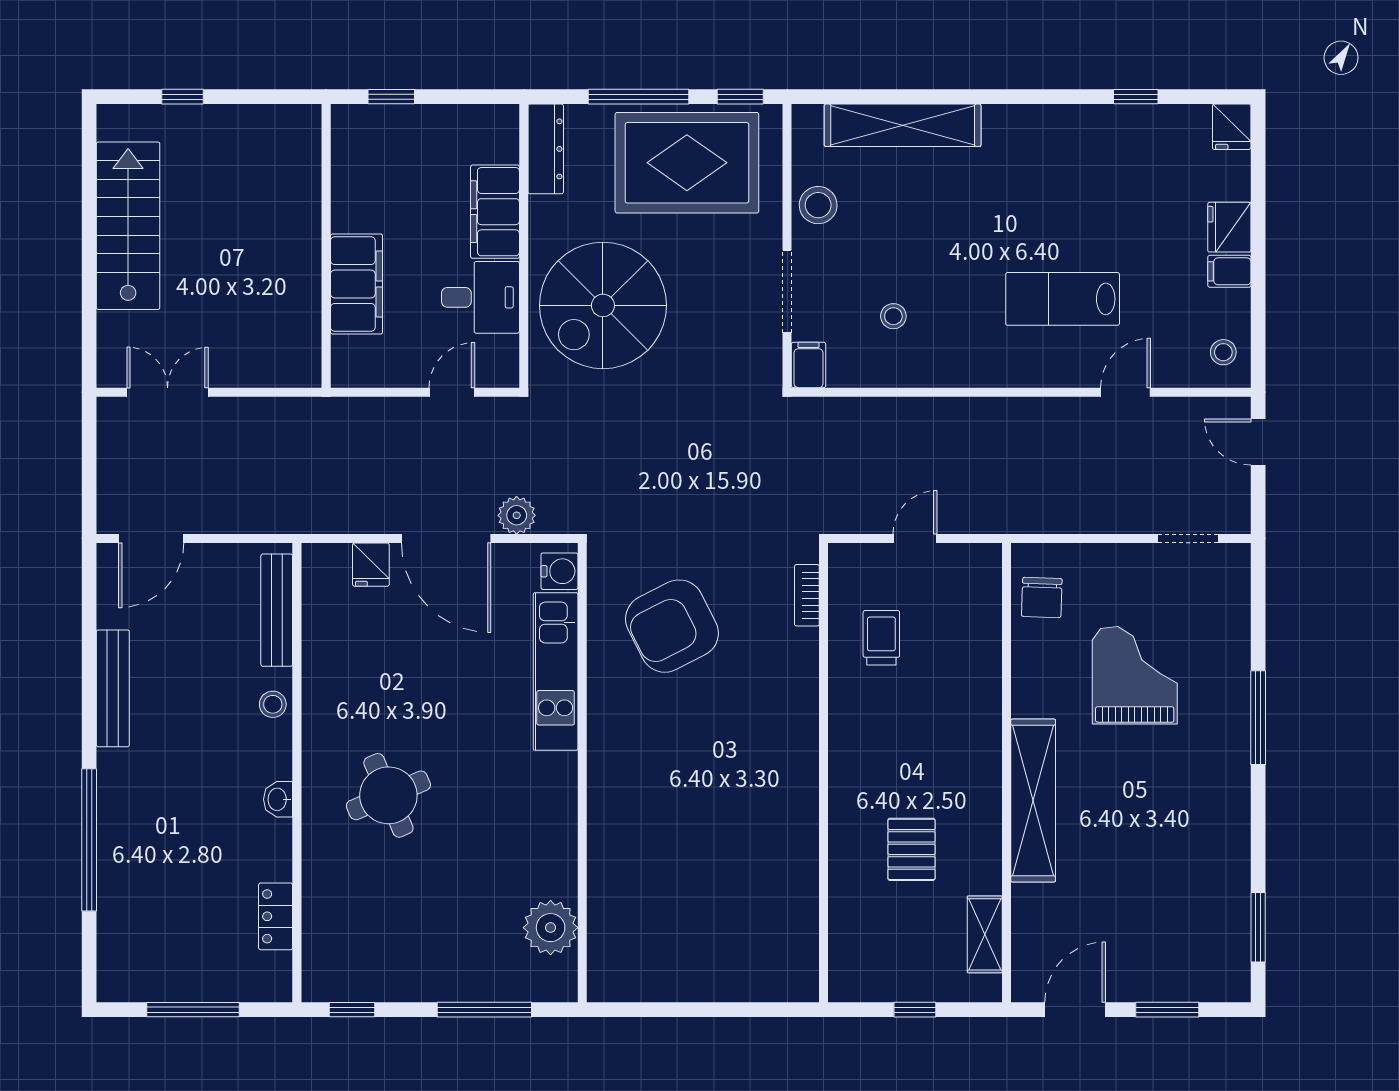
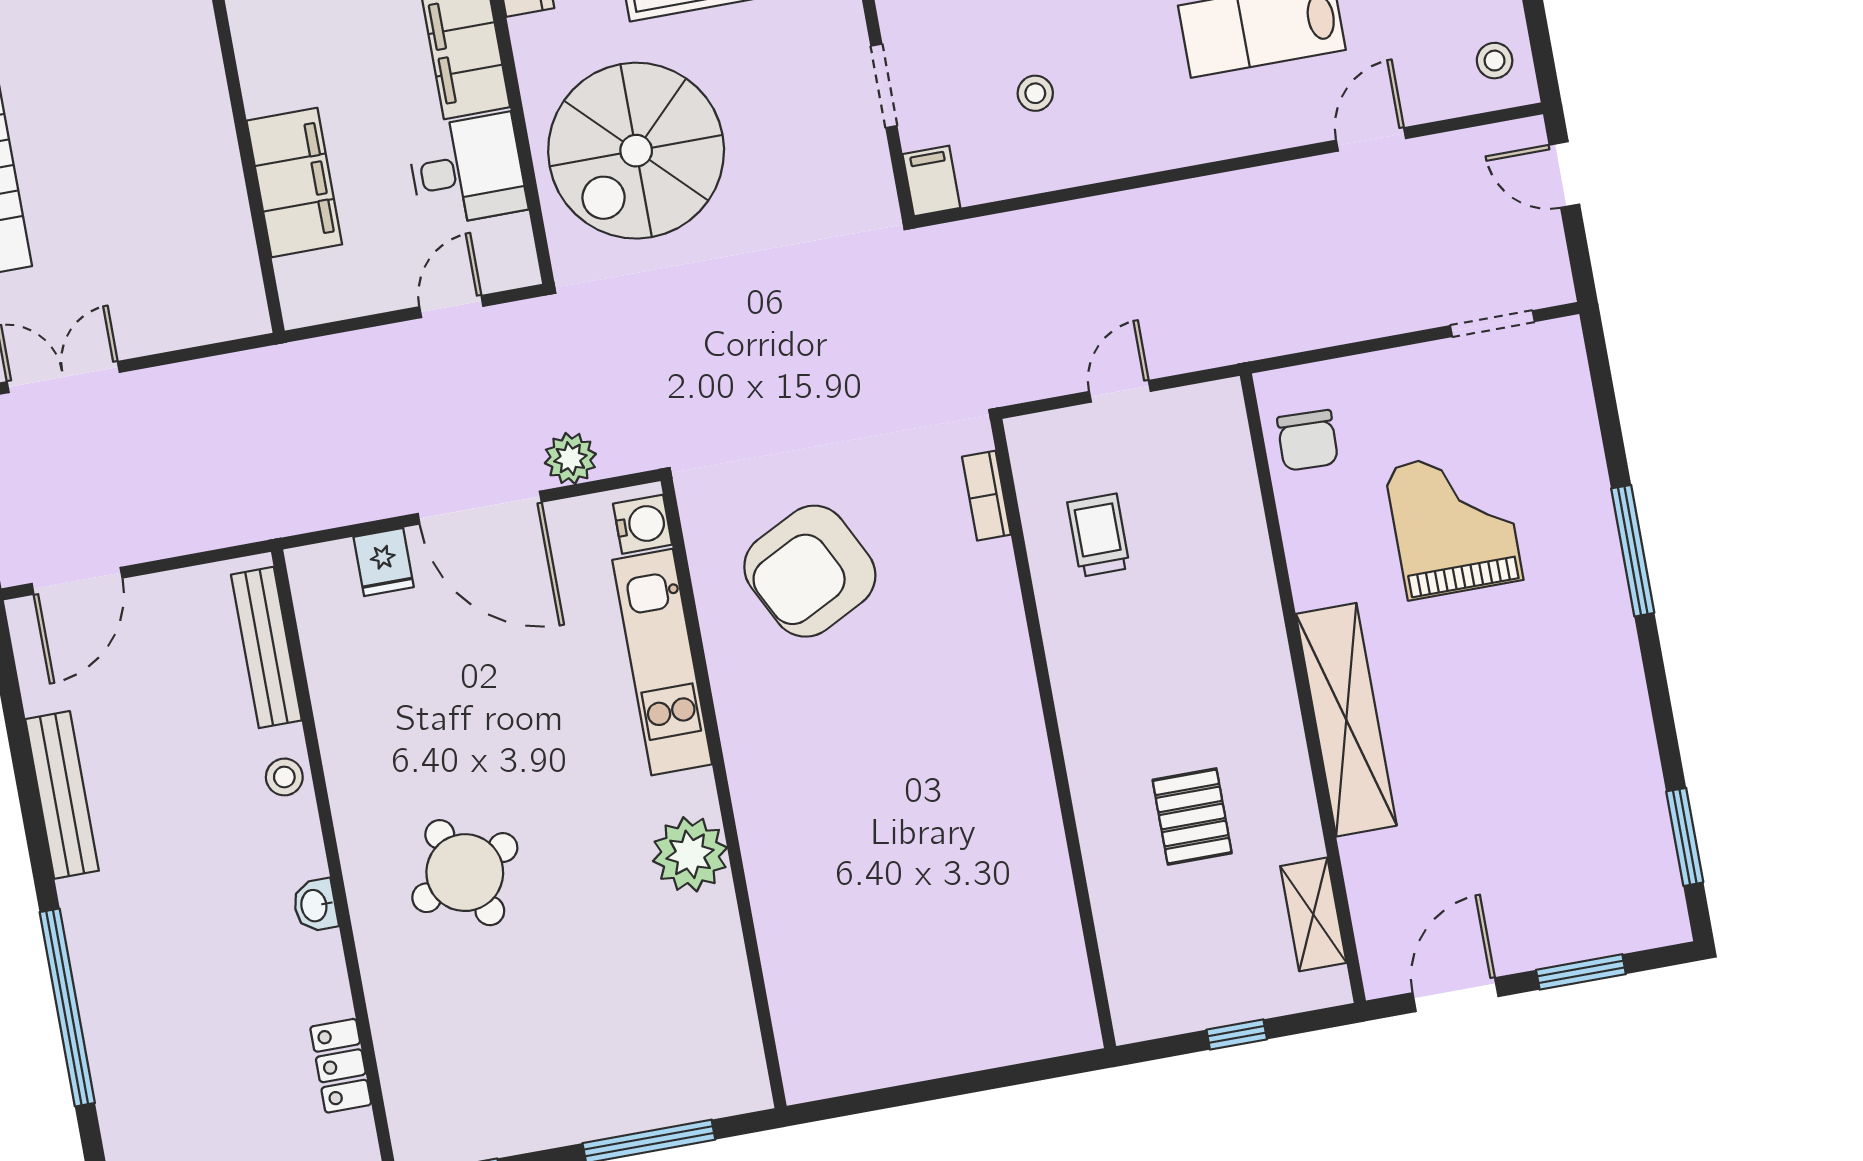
doorway: (787, 291) -> (884, 86), width x0.73
plant: (551, 928) -> (690, 854), moved

